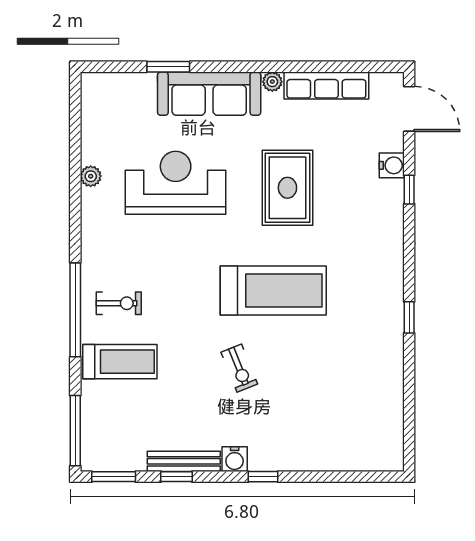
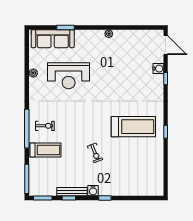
row of seats: (326, 86) -> (131, 35), removed
sofa: (209, 94) -> (53, 39), moved
reception desk: (176, 183) -> (69, 76), turned 180
rug: (287, 188) -> (115, 78), removed
treadmill: (273, 290) -> (133, 127), moved

